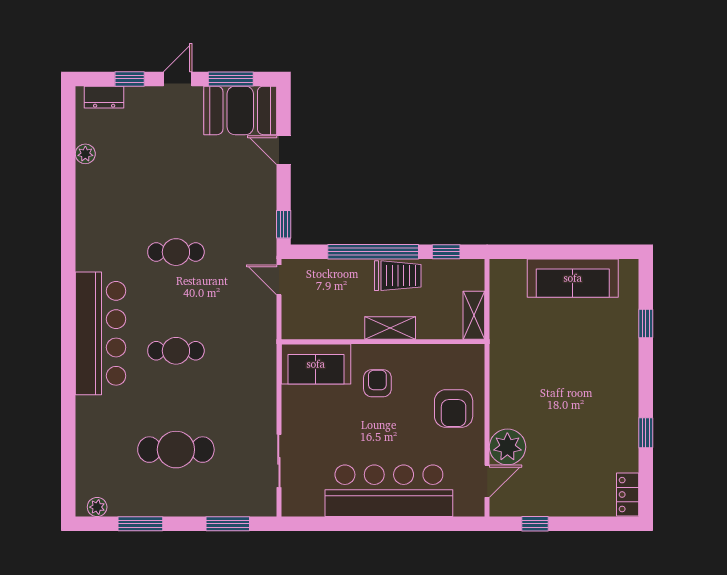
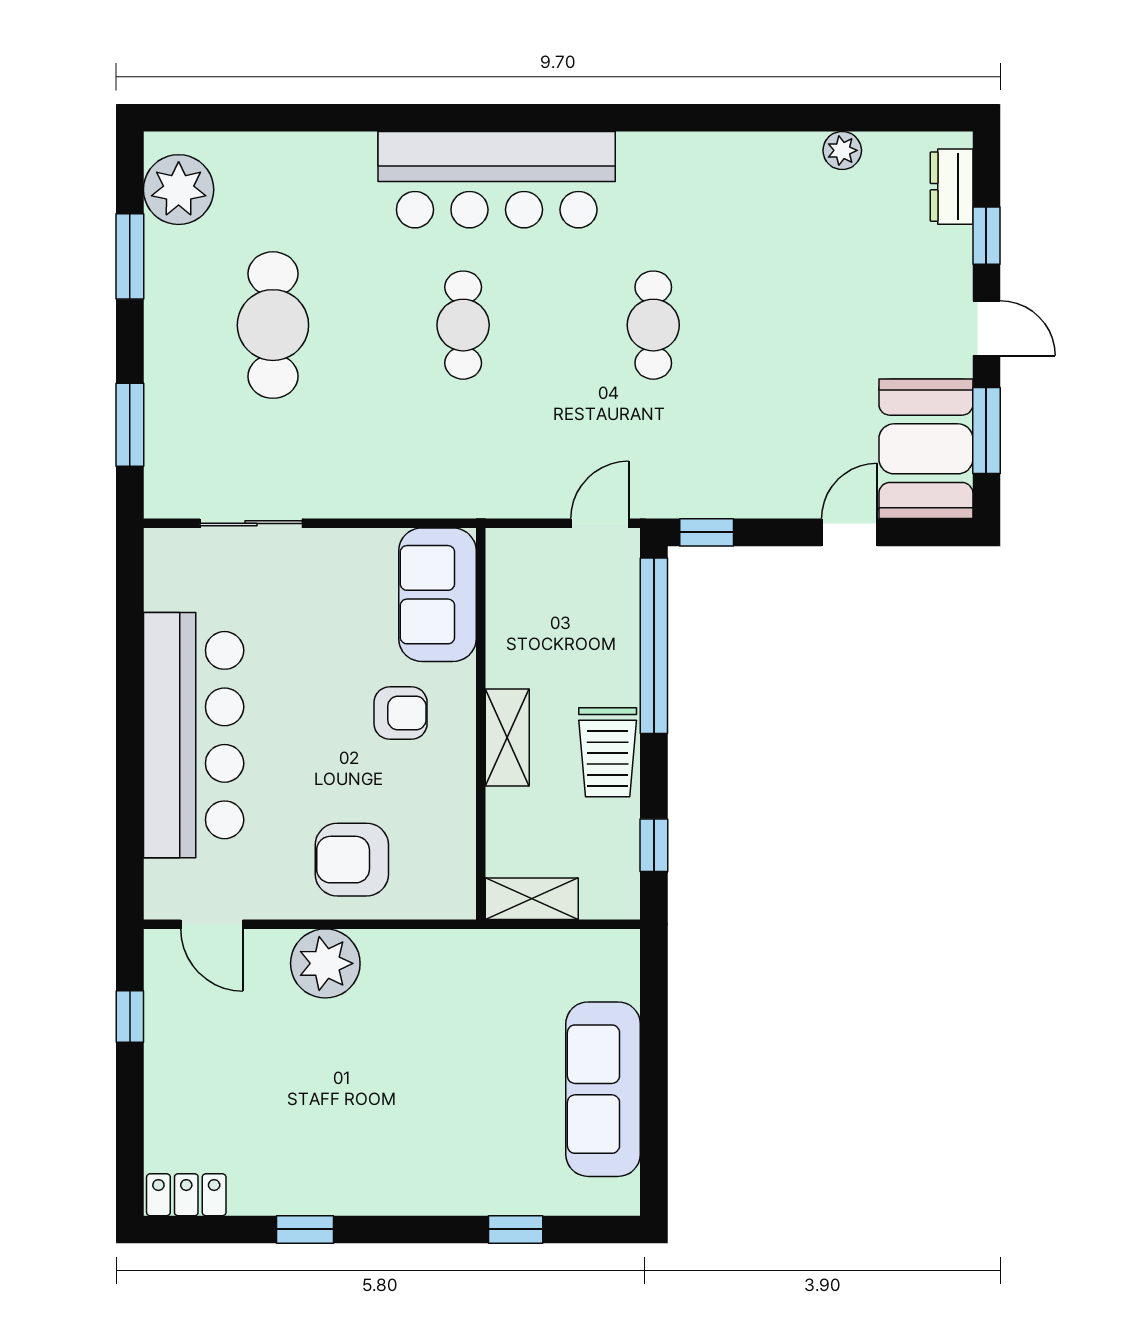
window: (373, 252) -> (654, 646), moved
plant: (507, 447) -> (325, 963), moved
plant: (97, 507) -> (179, 190), width x1.87, depth x1.87

